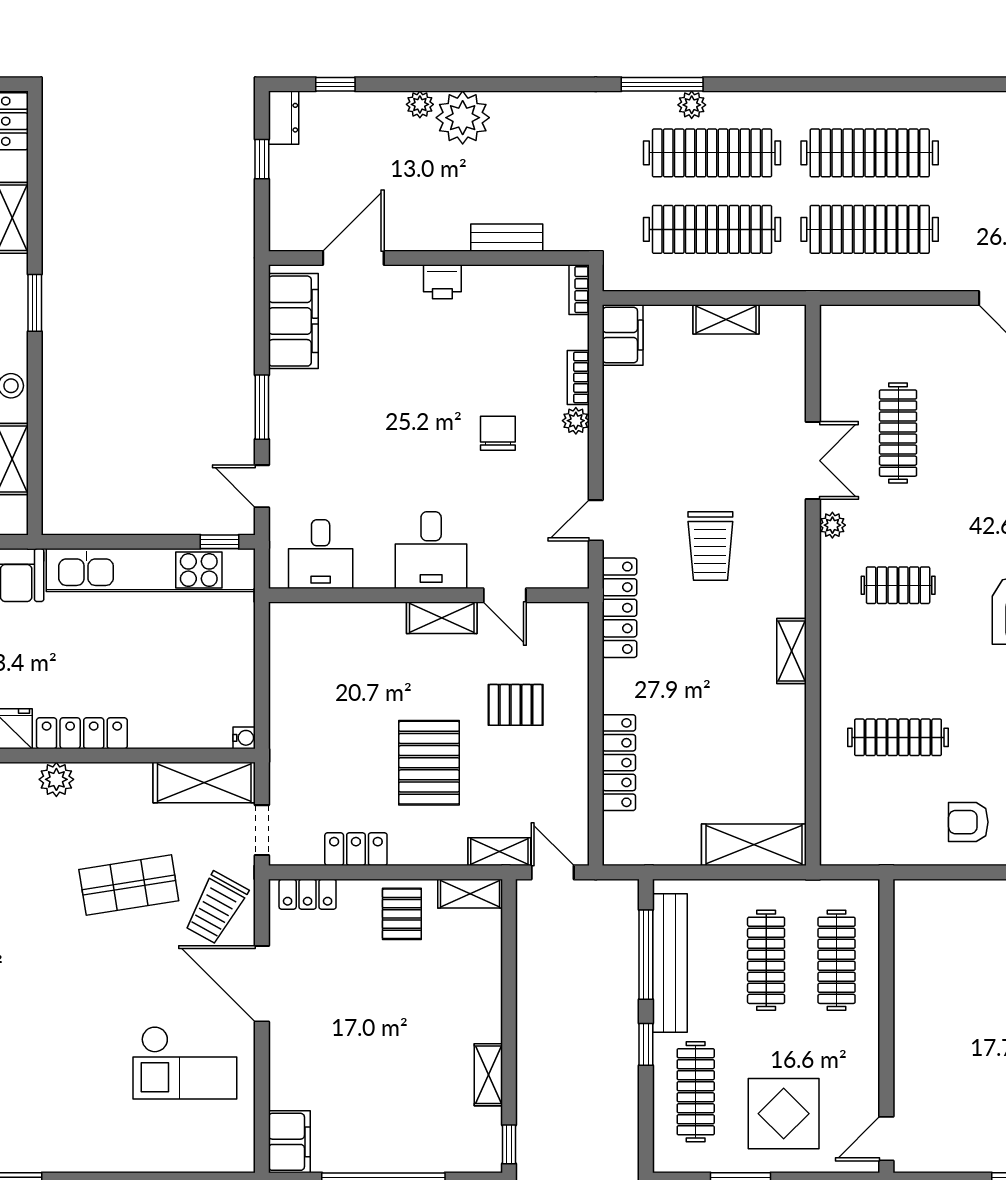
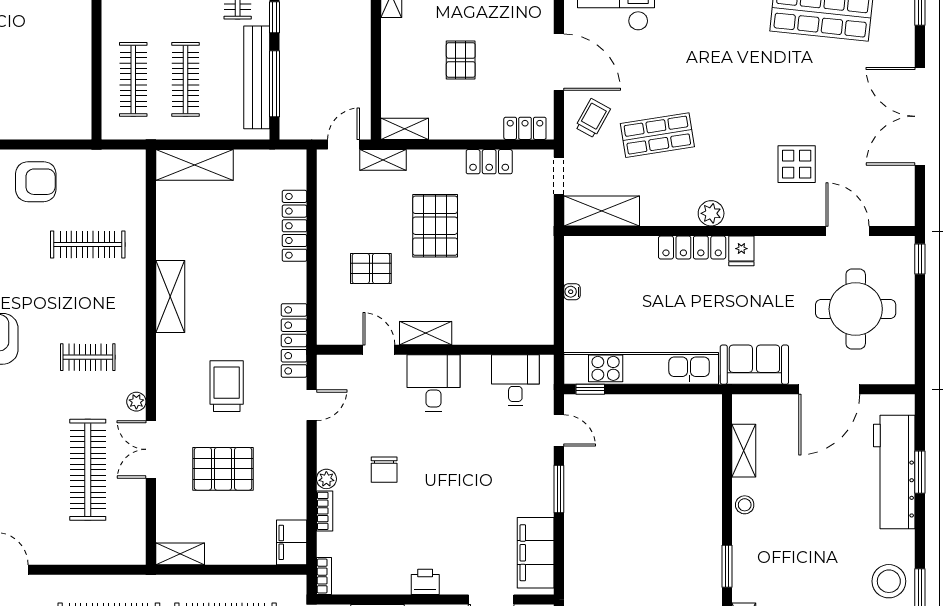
shelving: (726, 319) -> (180, 554), moved
clothes rail: (898, 433) -> (88, 470), width x1.37, depth x1.31
pallet: (715, 434) -> (223, 469), added
shelving: (792, 651) -> (170, 296), width x1.50, depth x1.33
water cooler: (244, 738) -> (572, 292), moved
armchair: (968, 822) -> (36, 182), width x1.38, depth x1.38
door: (553, 872) -> (344, 144), swing flipped
trolley: (216, 908) -> (593, 118), width x0.73, depth x0.72
pallet: (402, 914) -> (461, 60), moved

